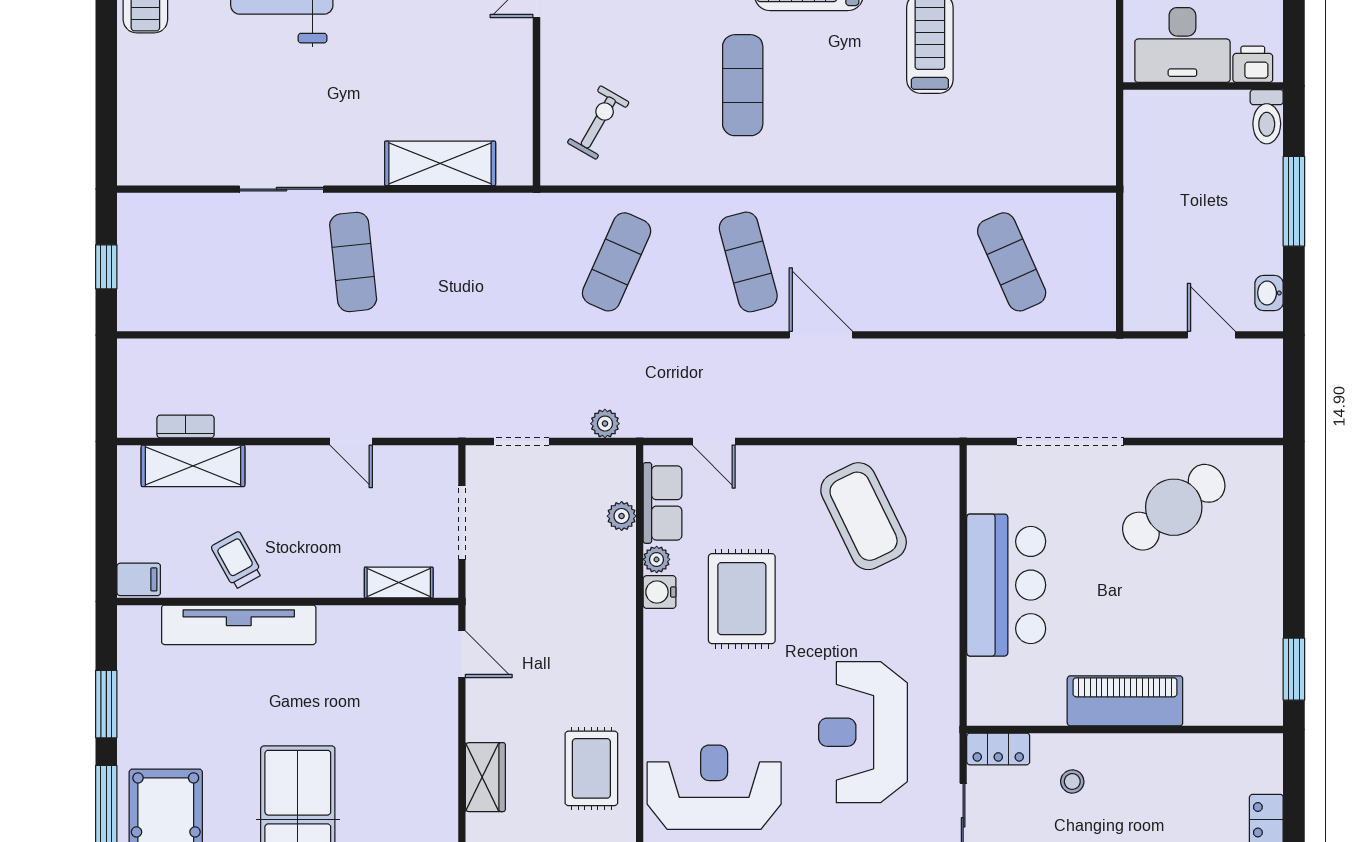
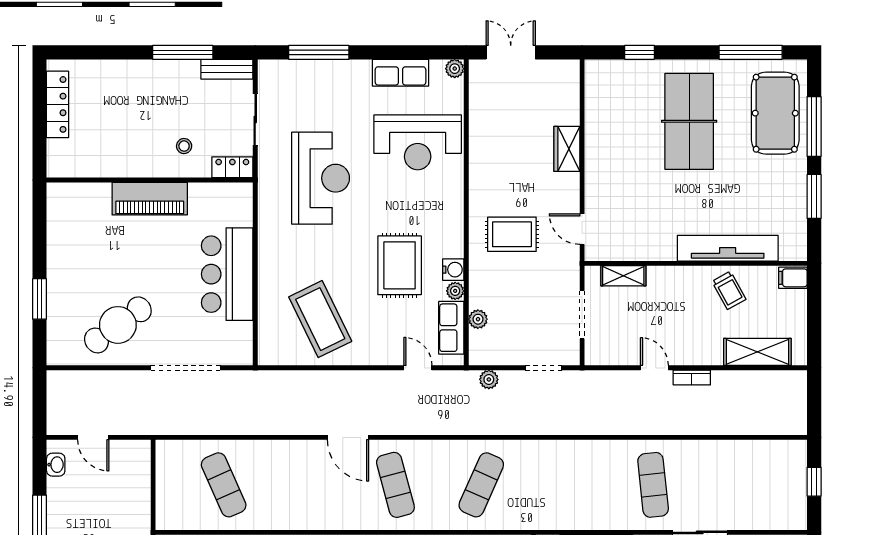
bookcase: (186, 427) -> (692, 378), moved
window: (1294, 669) -> (40, 299), moved
rug: (591, 768) -> (512, 234), moved, turned 90

